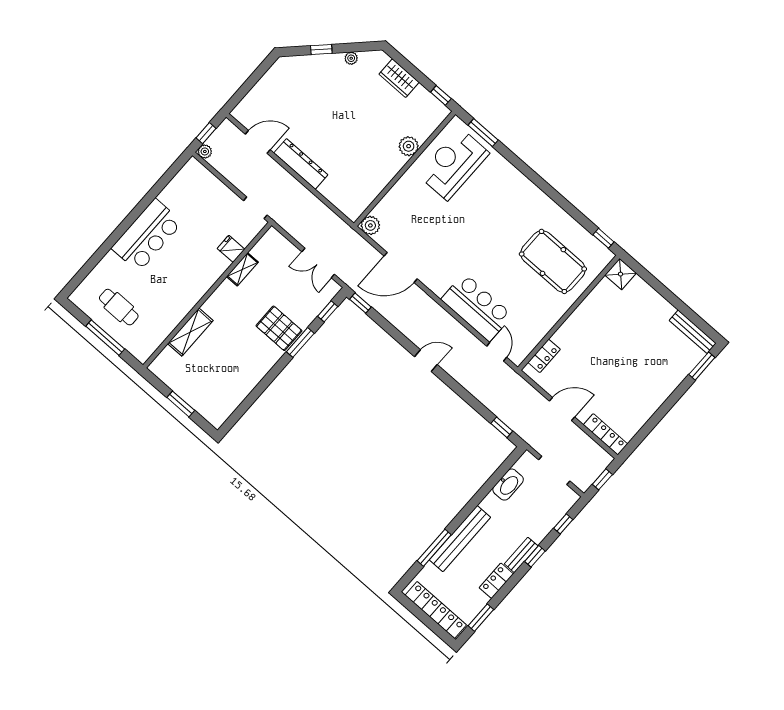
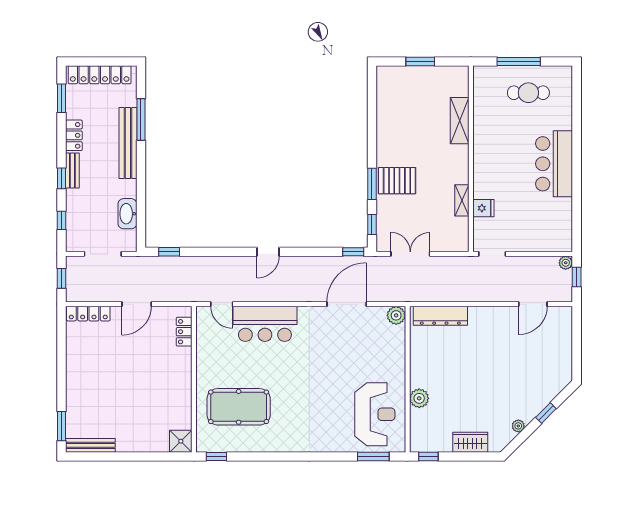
dresser: (301, 164) -> (440, 316), moved

